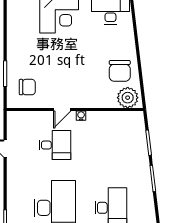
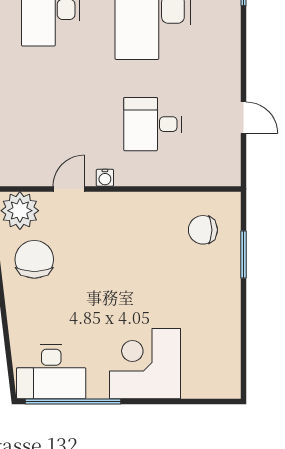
door: (62, 110) -> (69, 189), moved

